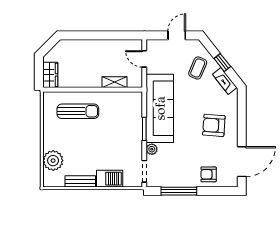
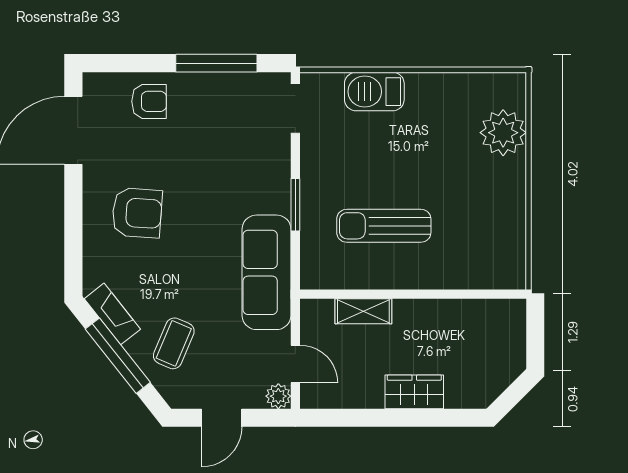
window: (222, 63) -> (118, 356), width x2.17
wardrobe: (50, 75) -> (414, 392), moved, turned 90
sofa: (160, 108) -> (266, 272), width x0.74, depth x0.79
sun lounger: (78, 111) -> (384, 226), moved
plant: (152, 149) -> (278, 396), moved
bench: (80, 181) -> (441, 85), removed

